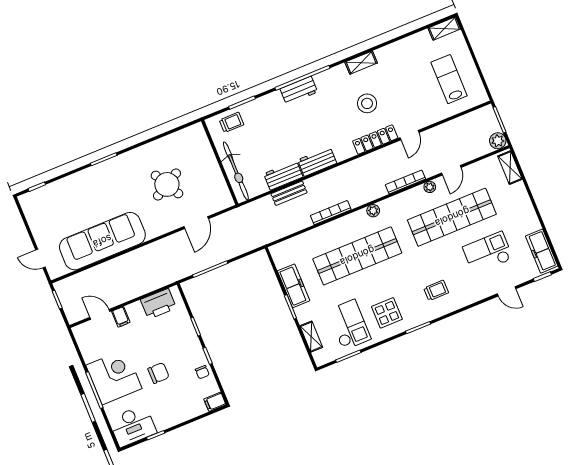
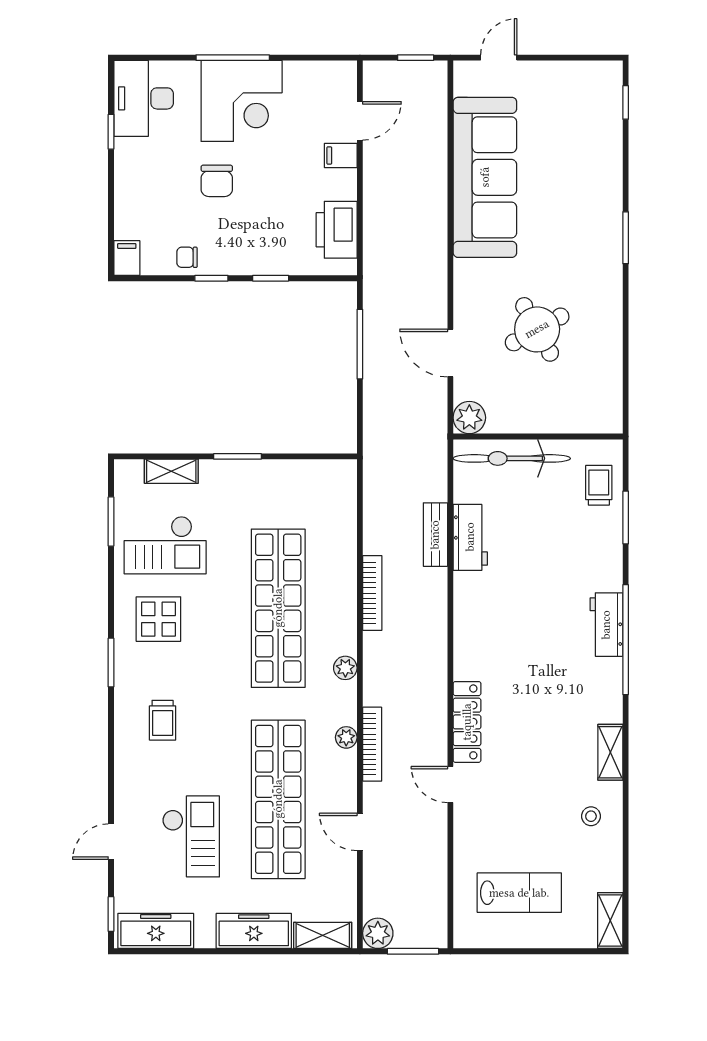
stool: (367, 103) -> (591, 816), moved, width x0.53, depth x0.53
trolley: (232, 122) -> (599, 485), turned 180
workbench: (317, 162) -> (470, 606), removed
plant: (430, 187) -> (346, 737), moved
plant: (224, 200) -> (469, 418), added
freezer: (294, 286) -> (254, 931), moved, turned 180

